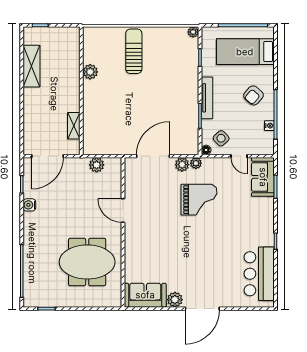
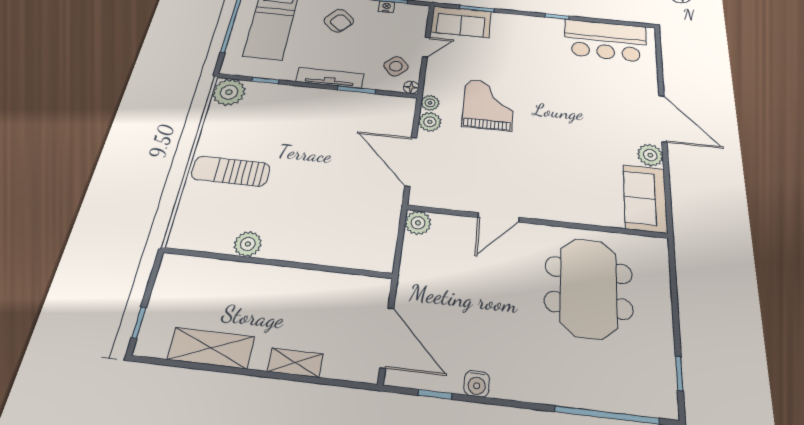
plant: (193, 32) -> (229, 92), width x1.88, depth x1.88
shelving: (74, 126) -> (295, 363), moved
plant: (97, 165) -> (418, 223), moved

